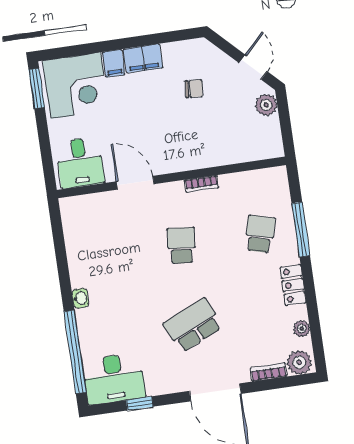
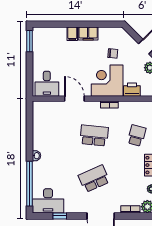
corner desk: (76, 86) -> (107, 81), moved, turned 180
printer: (239, 150) -> (132, 90), added
school desk: (181, 245) -> (94, 135), width x1.85

